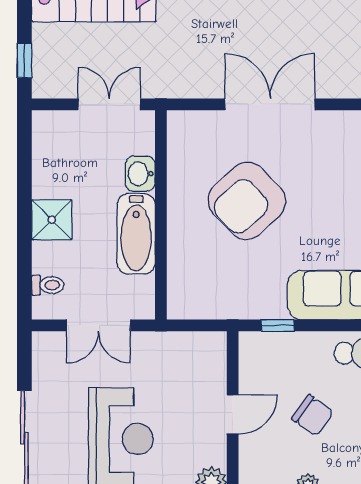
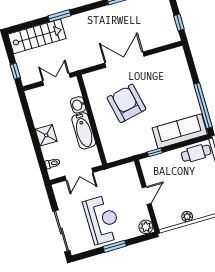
armchair: (247, 201) -> (126, 103), turned 121
chair: (313, 415) -> (181, 186), removed

